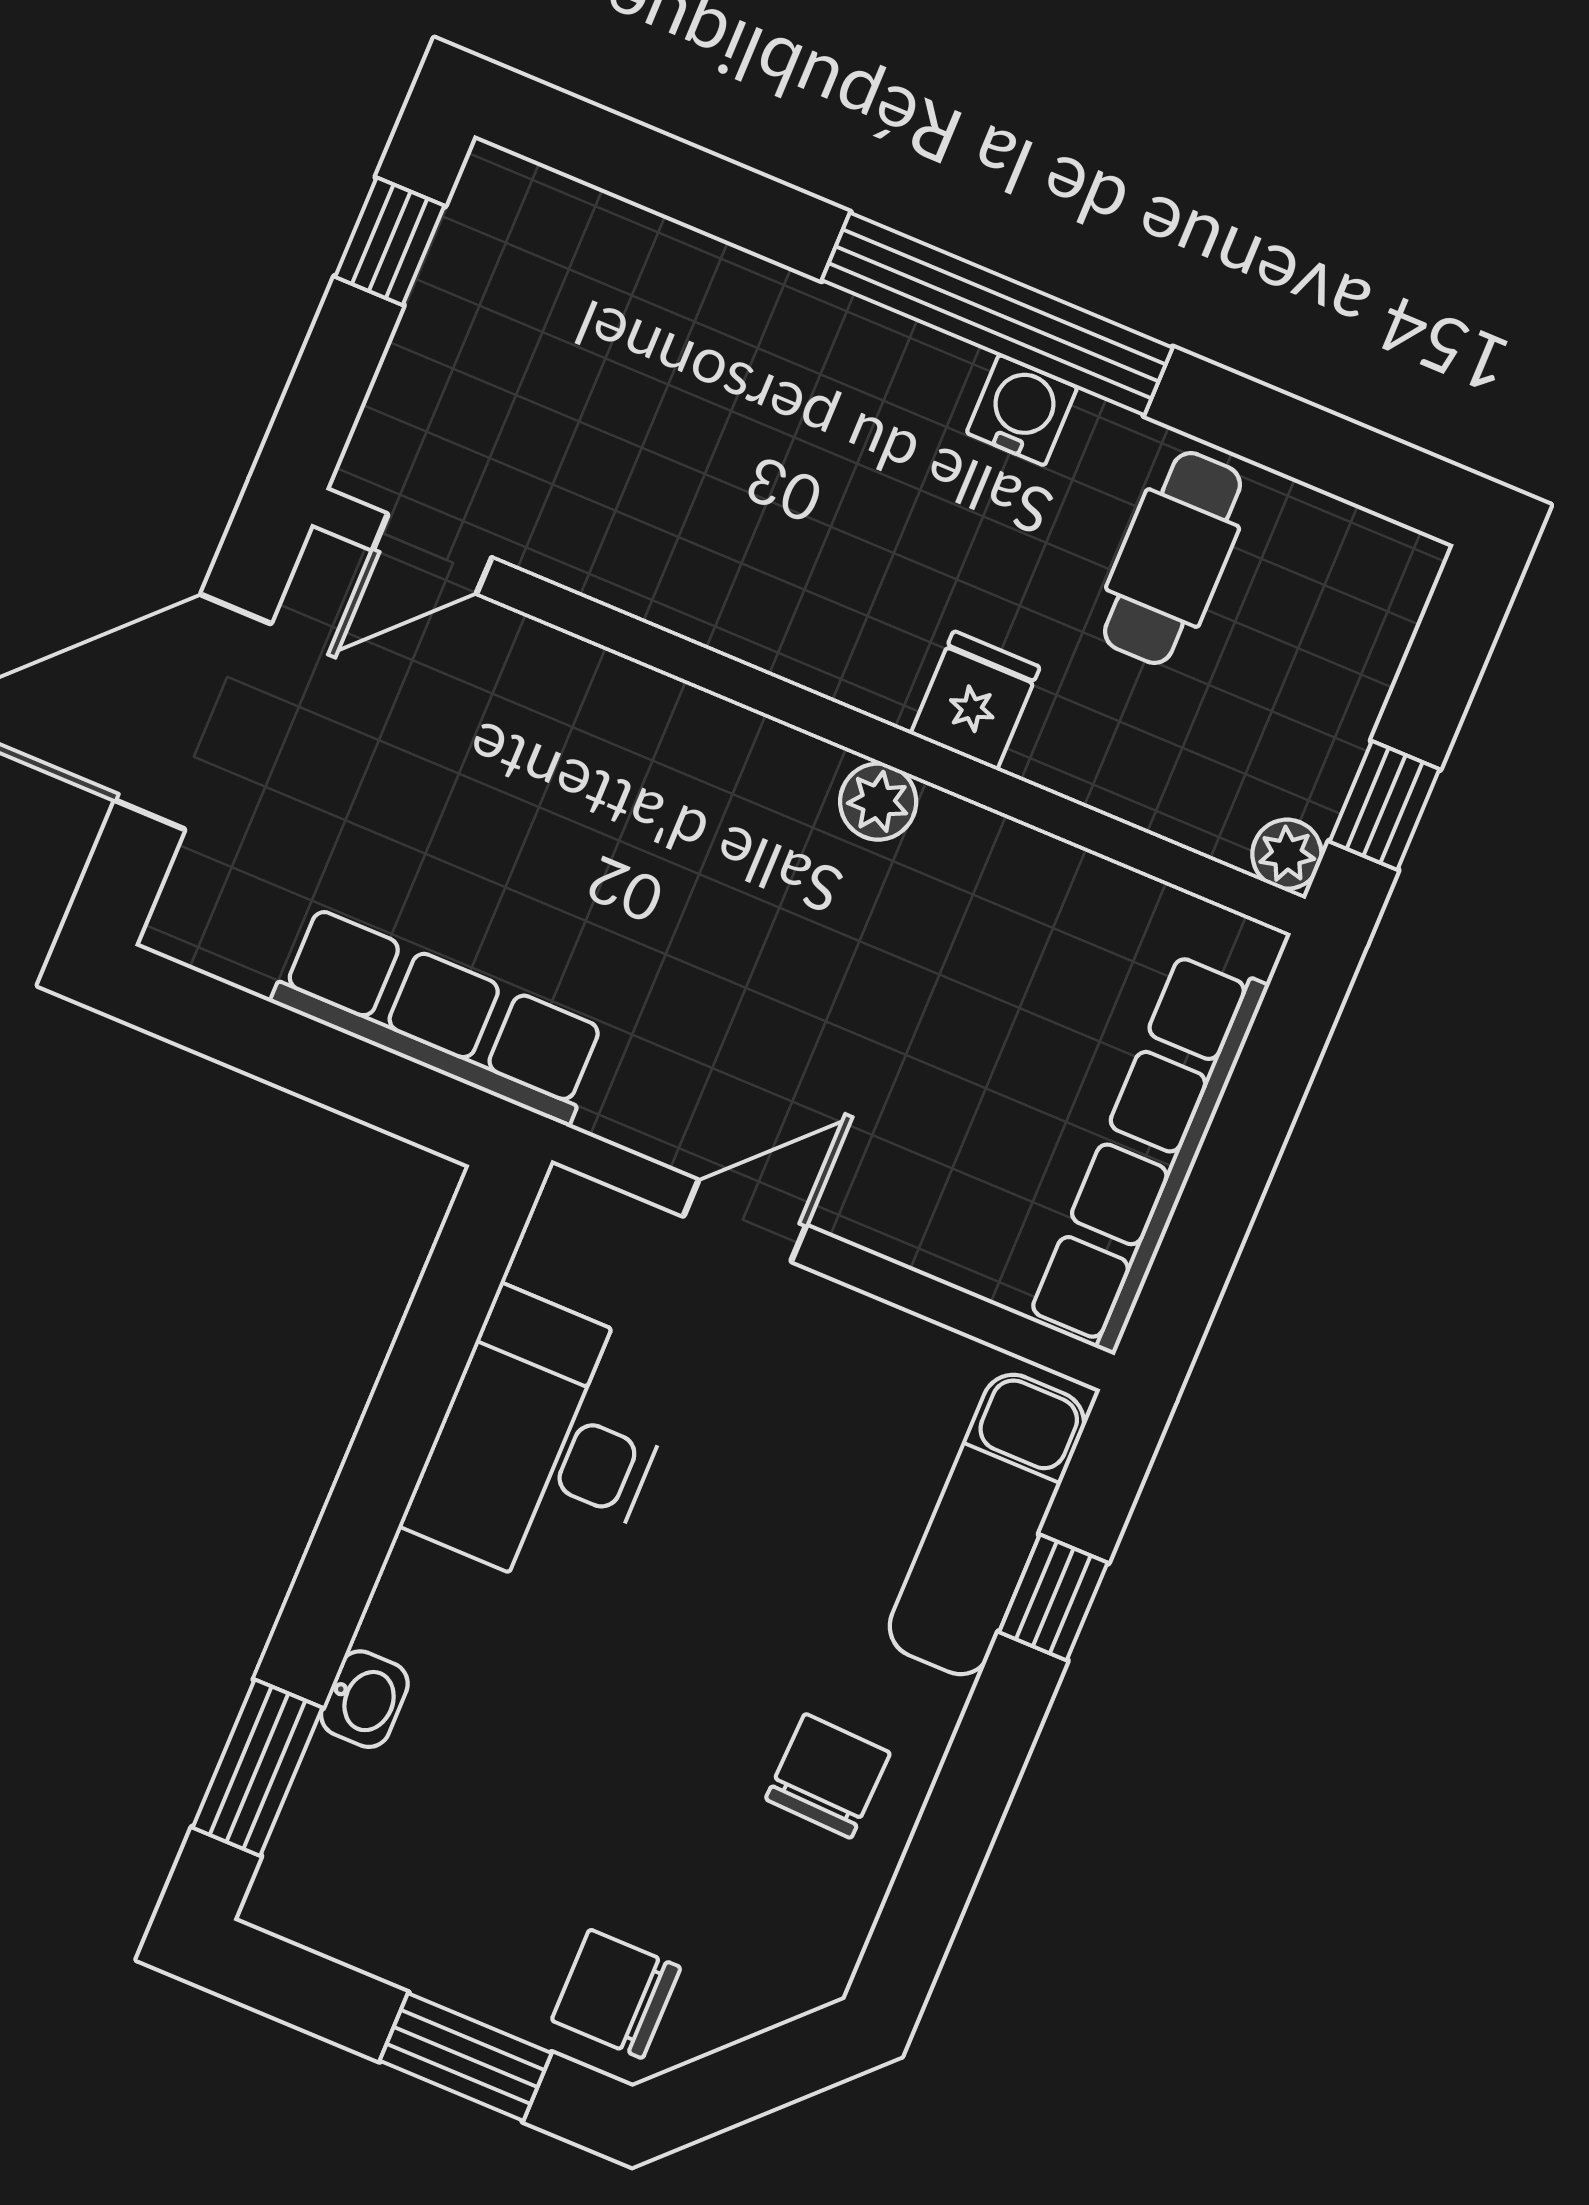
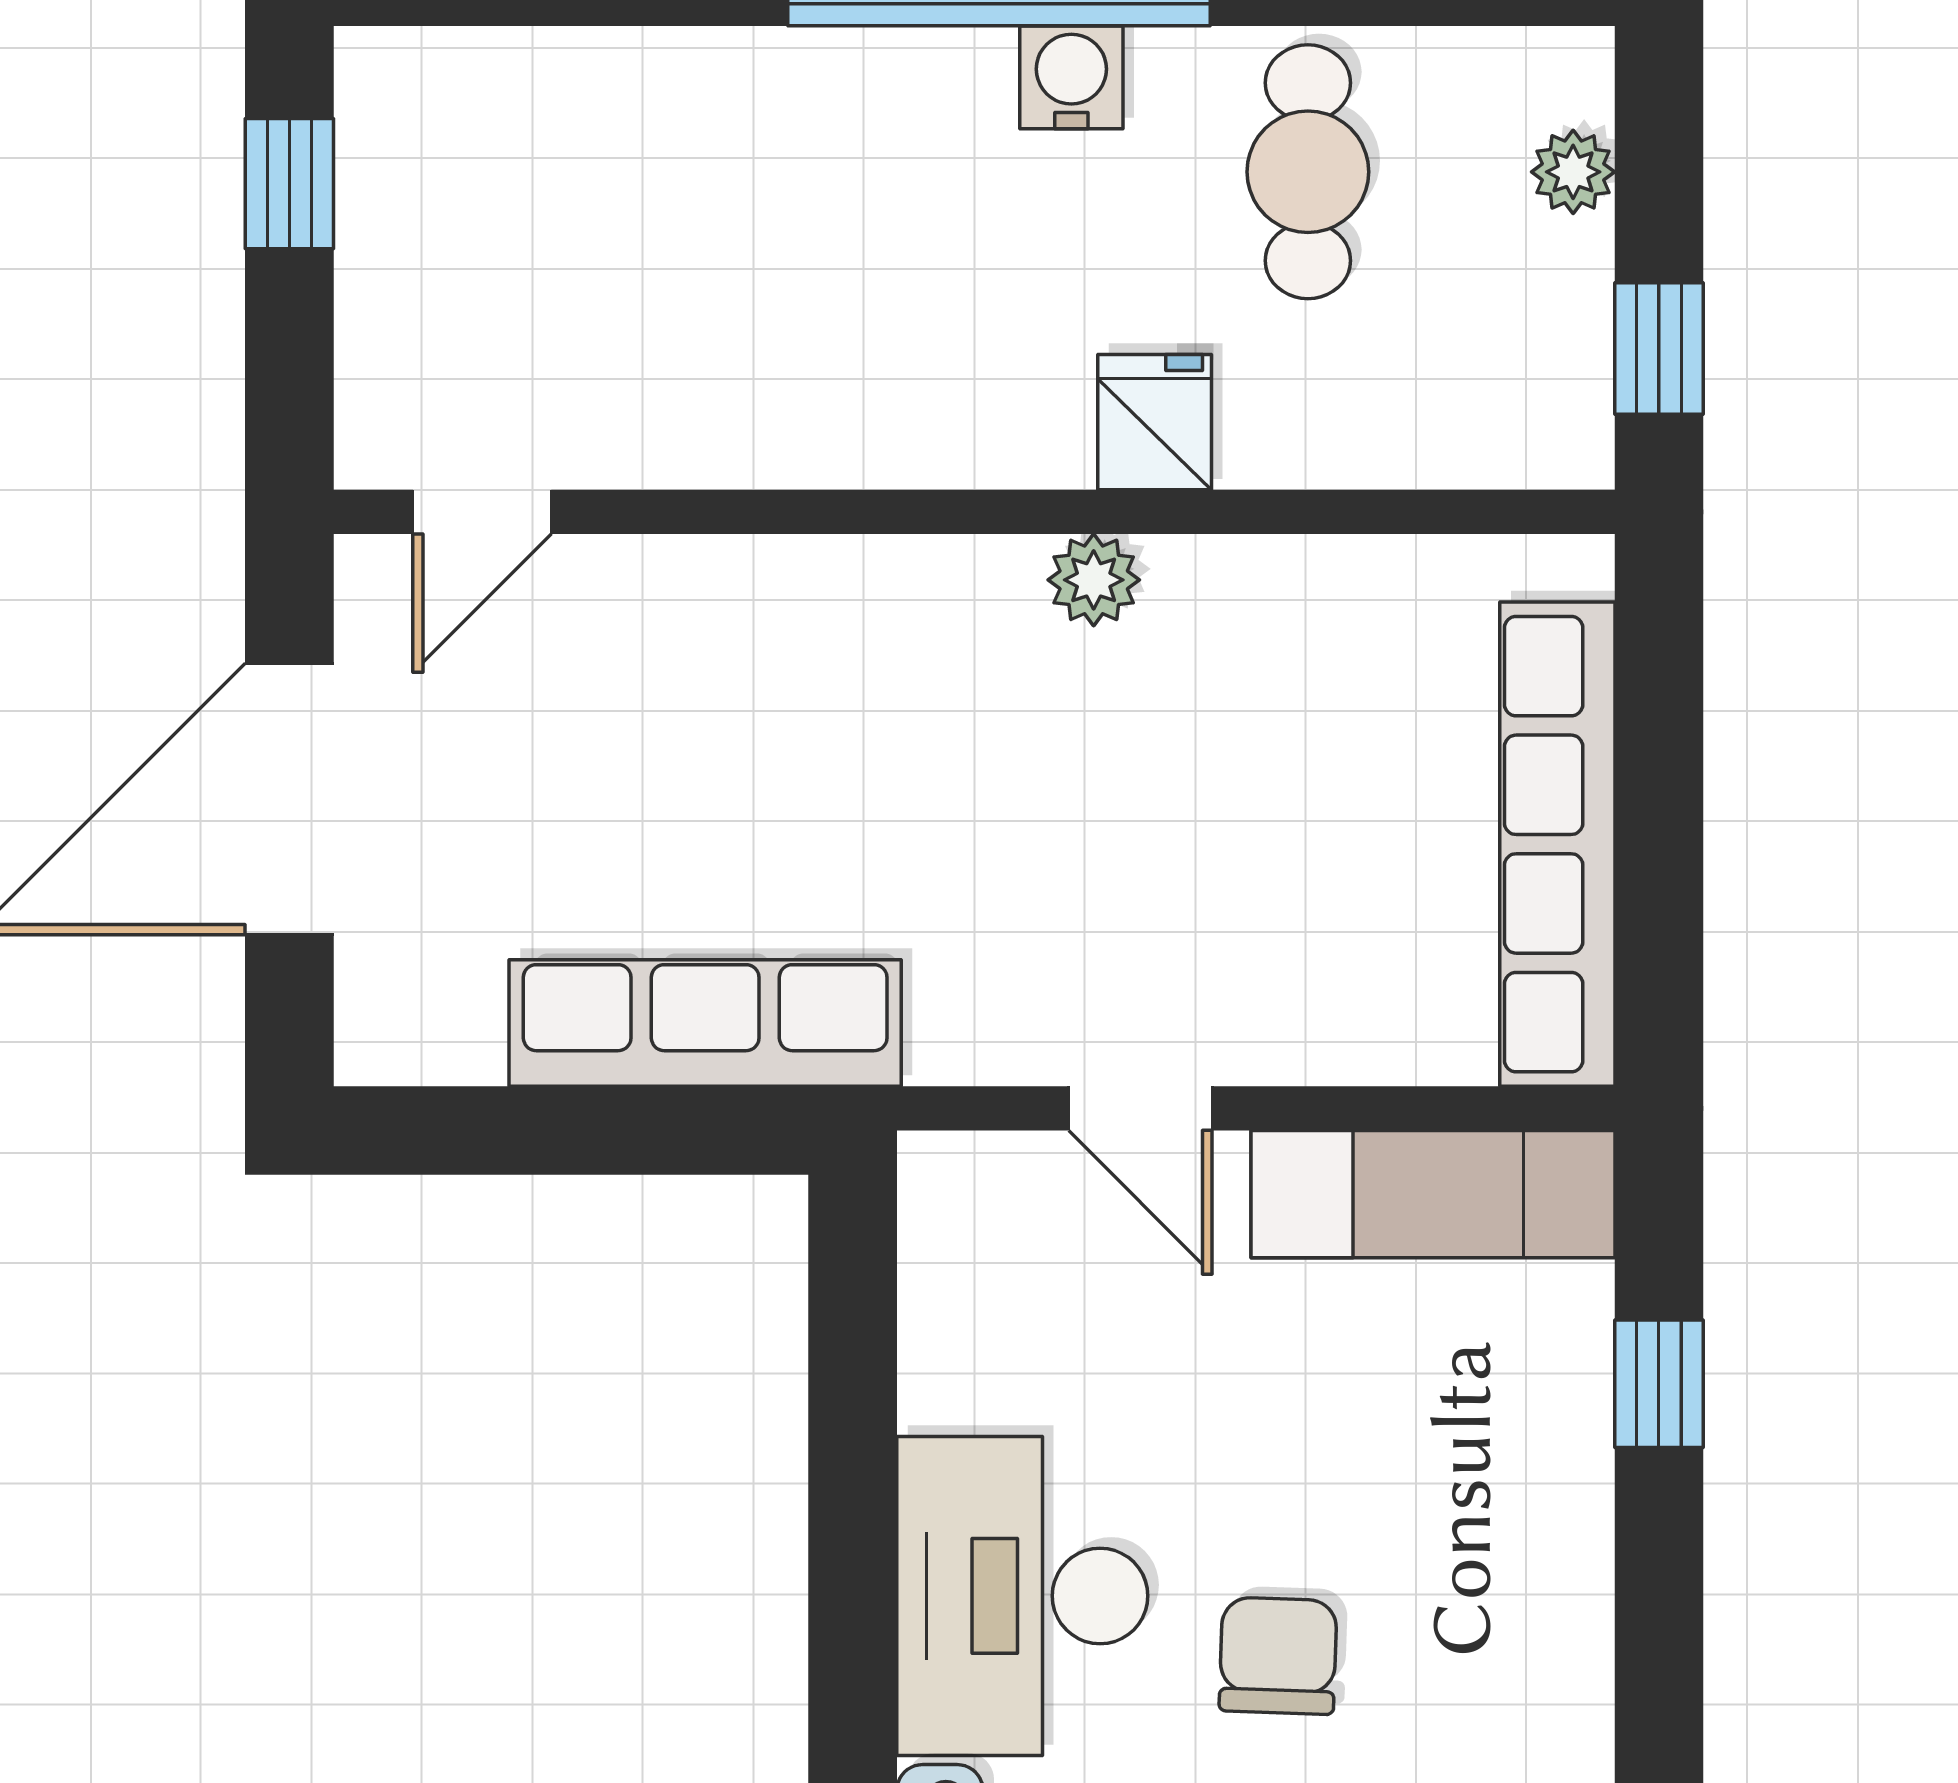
plant: (1287, 854) -> (1573, 172), moved
door: (745, 1221) -> (1140, 1108), swing flipped
desk: (545, 1444) -> (1022, 1596), moved
exam couch: (987, 1524) -> (1433, 1194), moved, turned -90
chair: (828, 1776) -> (1278, 1656), moved

